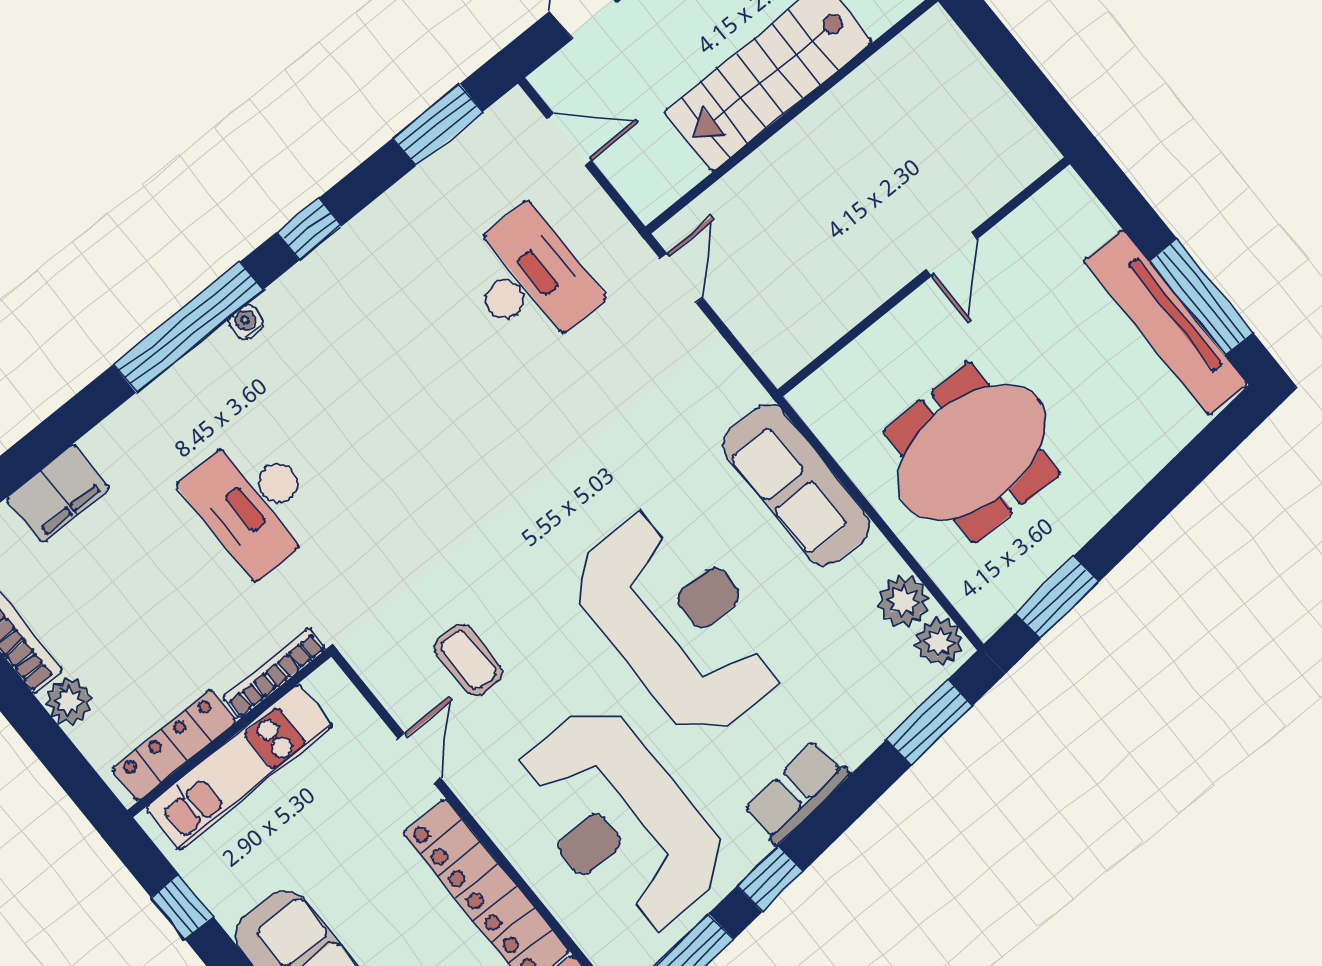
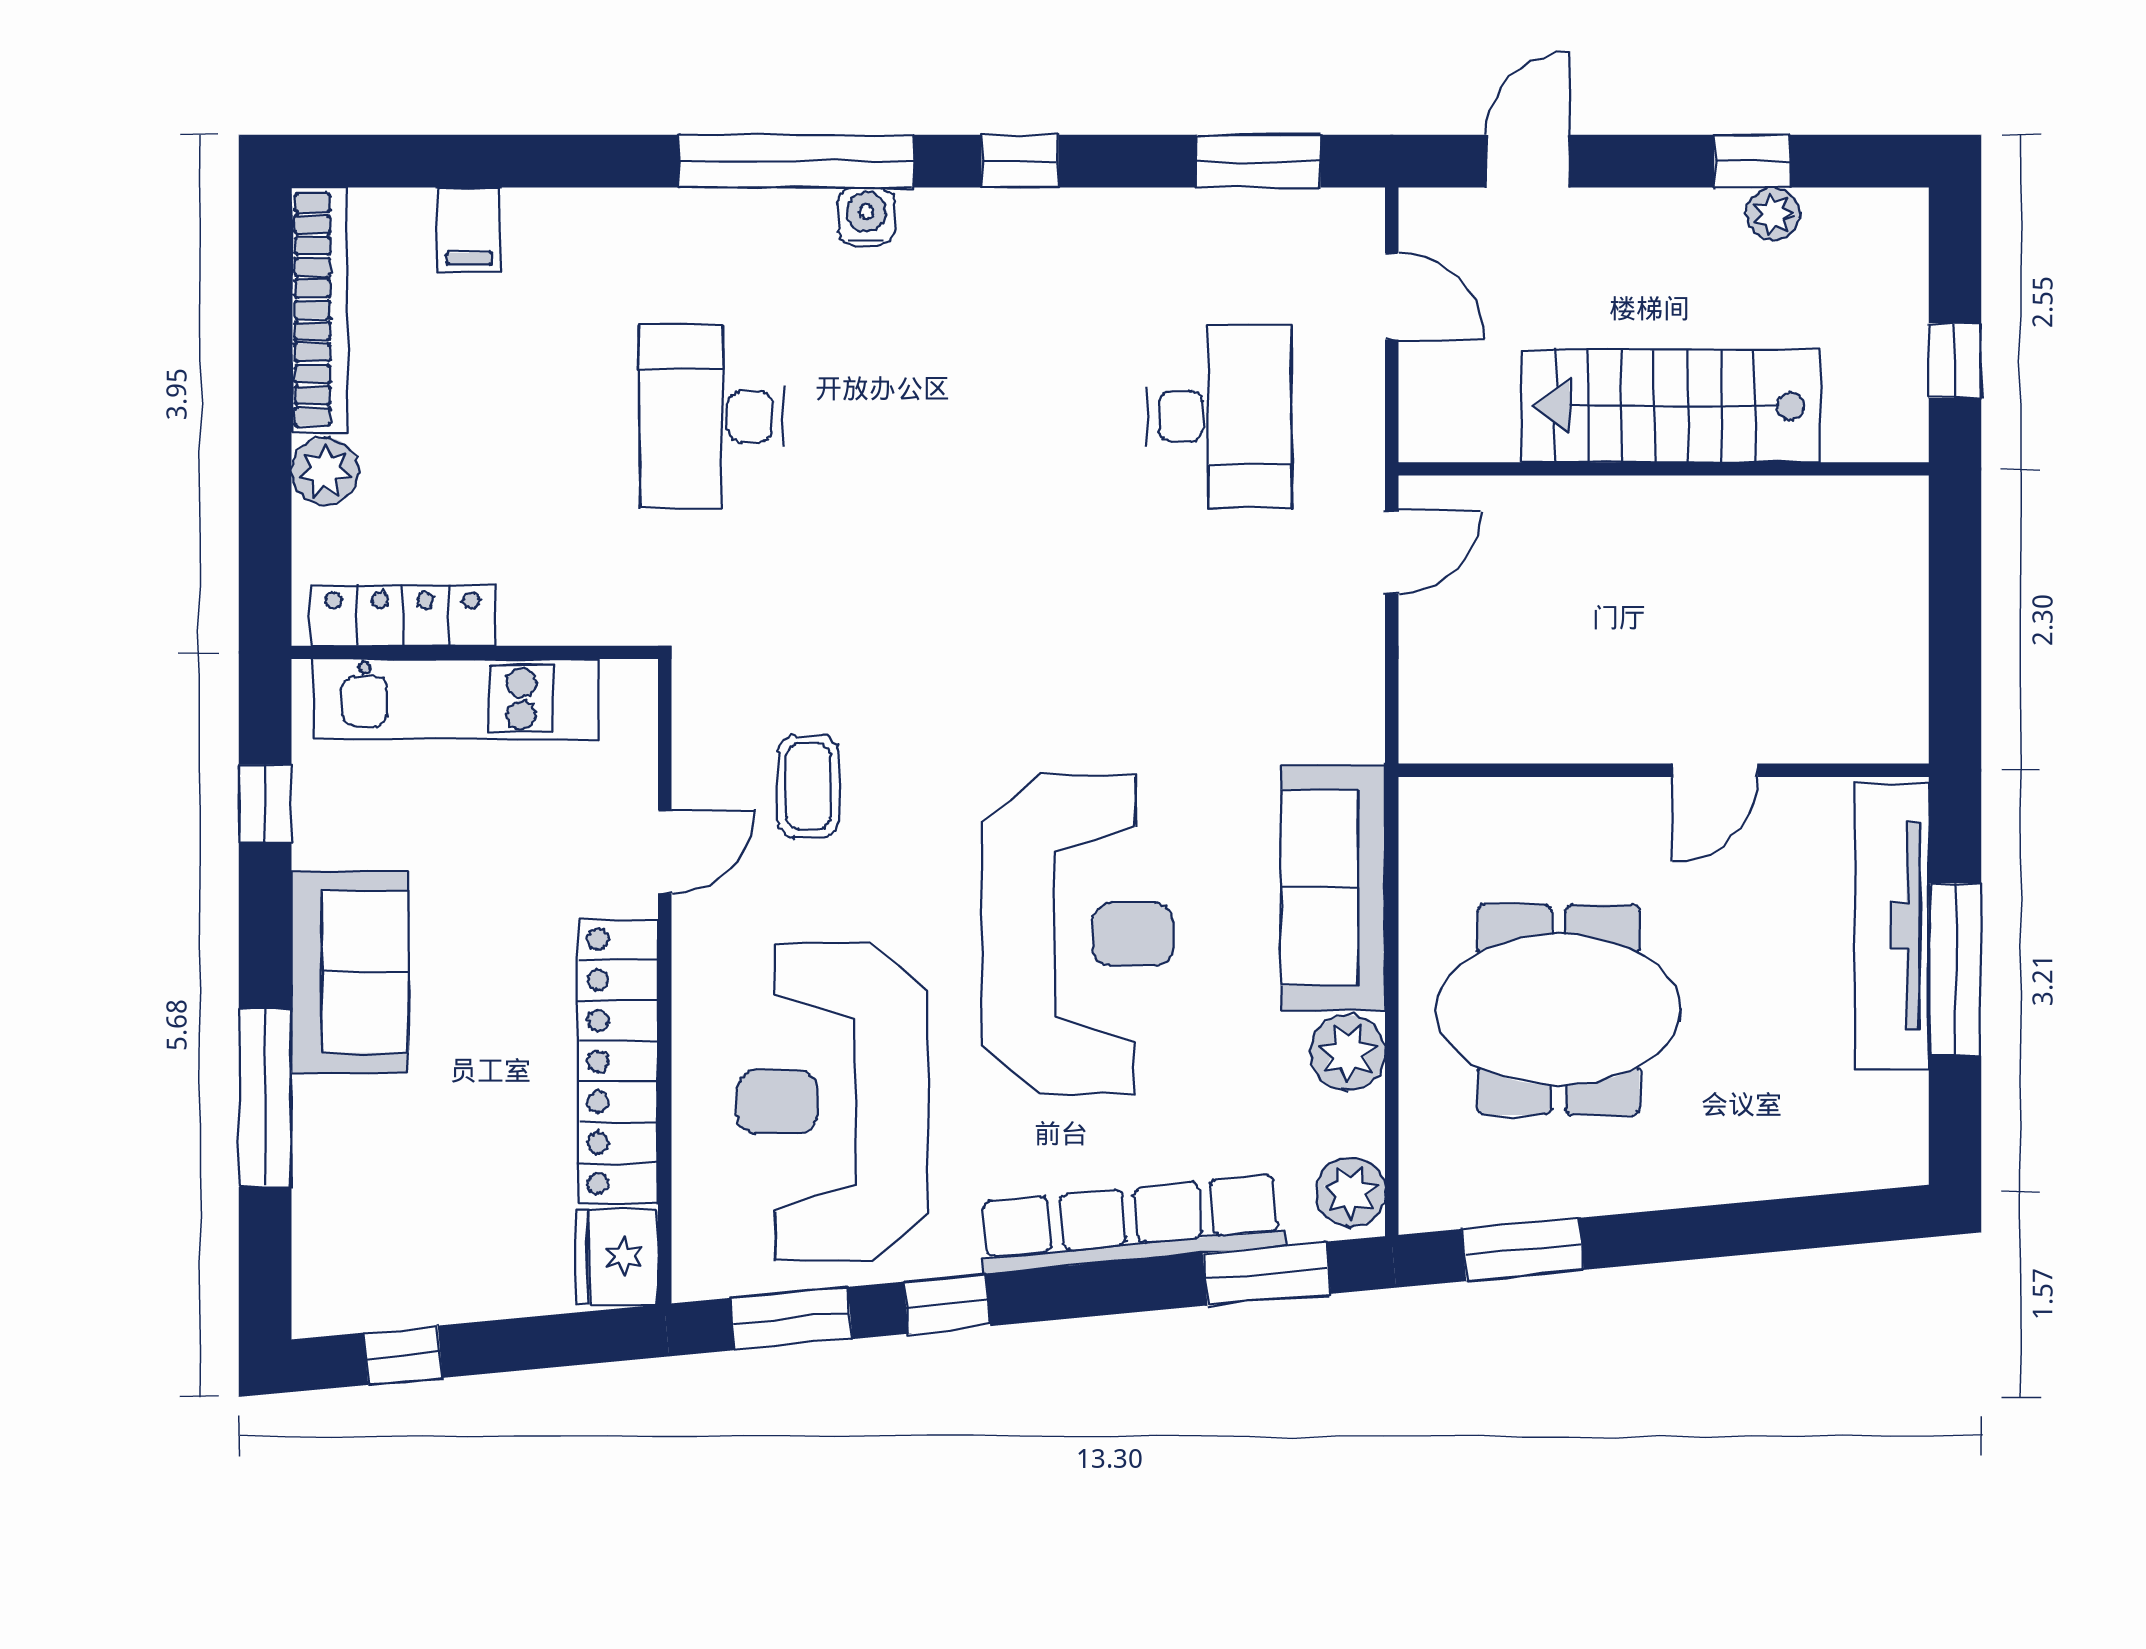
window: (1201, 297) -> (1955, 970), moved
water cooler: (247, 322) -> (866, 216), width x1.38, depth x1.38
tv unit: (1165, 323) -> (1892, 926), moved
filing cabinet: (58, 493) -> (469, 229), width x0.50
plant: (904, 601) -> (1348, 1053), moved
bookcase: (274, 673) -> (580, 625), removed
row of seats: (796, 792) -> (1131, 1224), width x2.02

